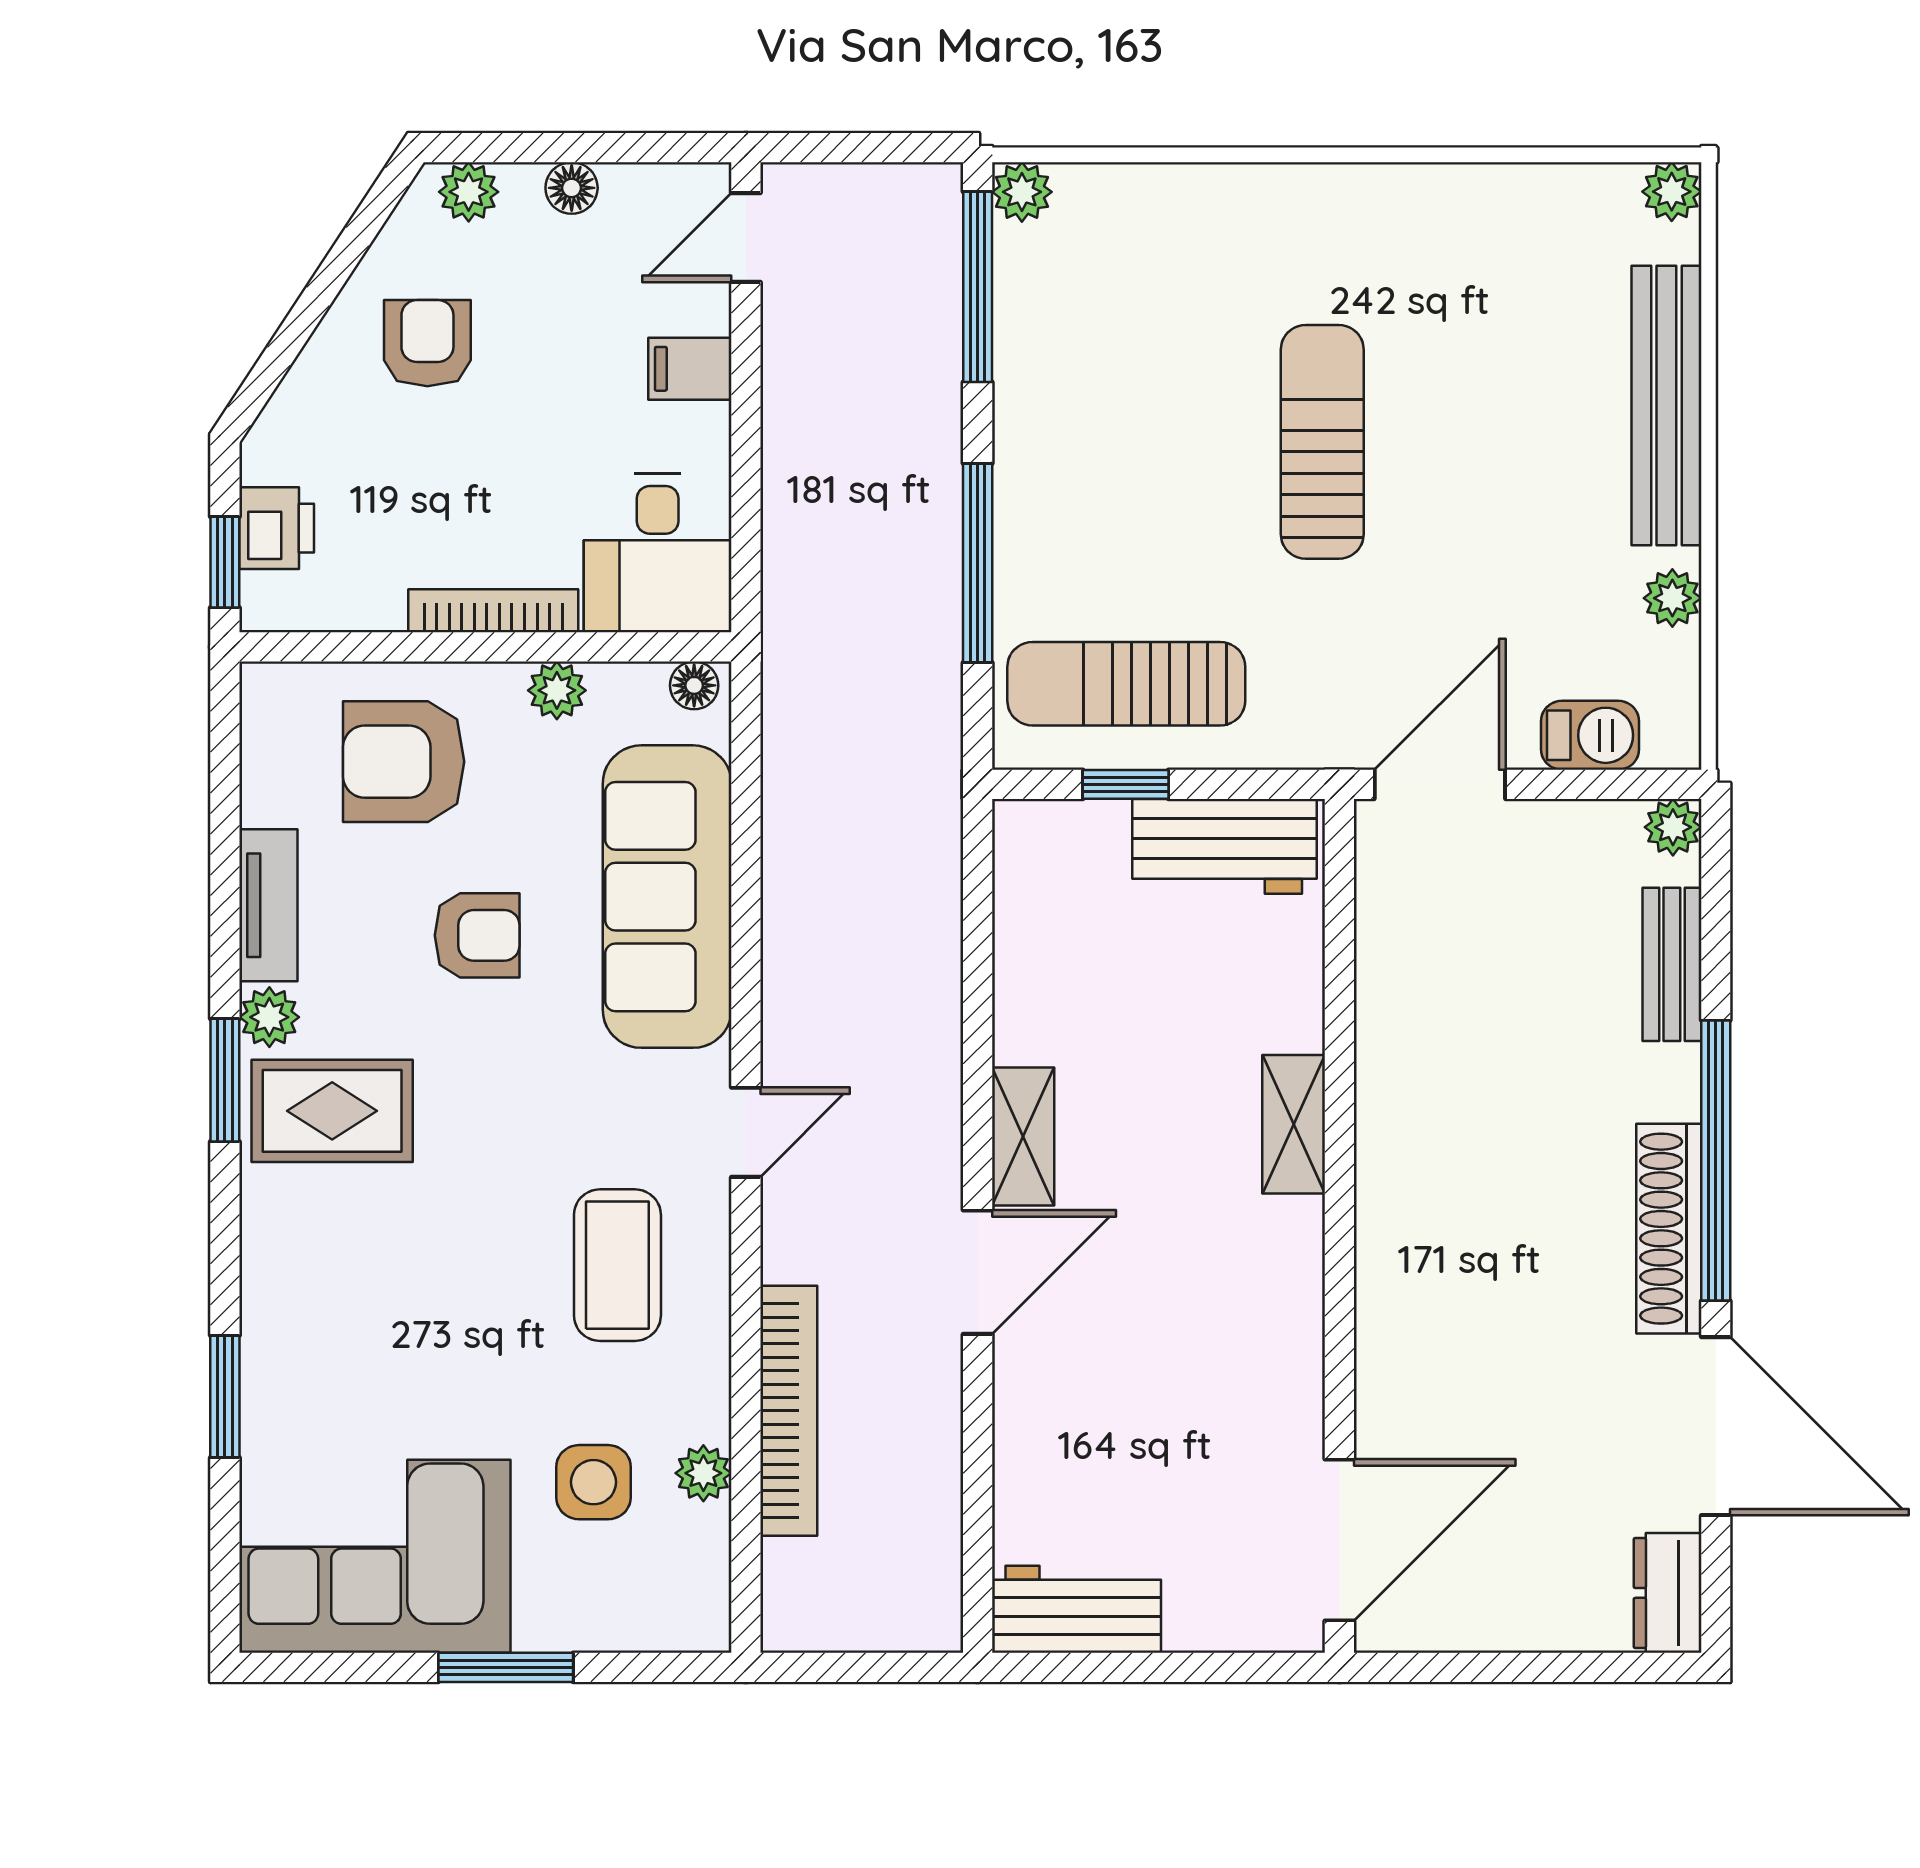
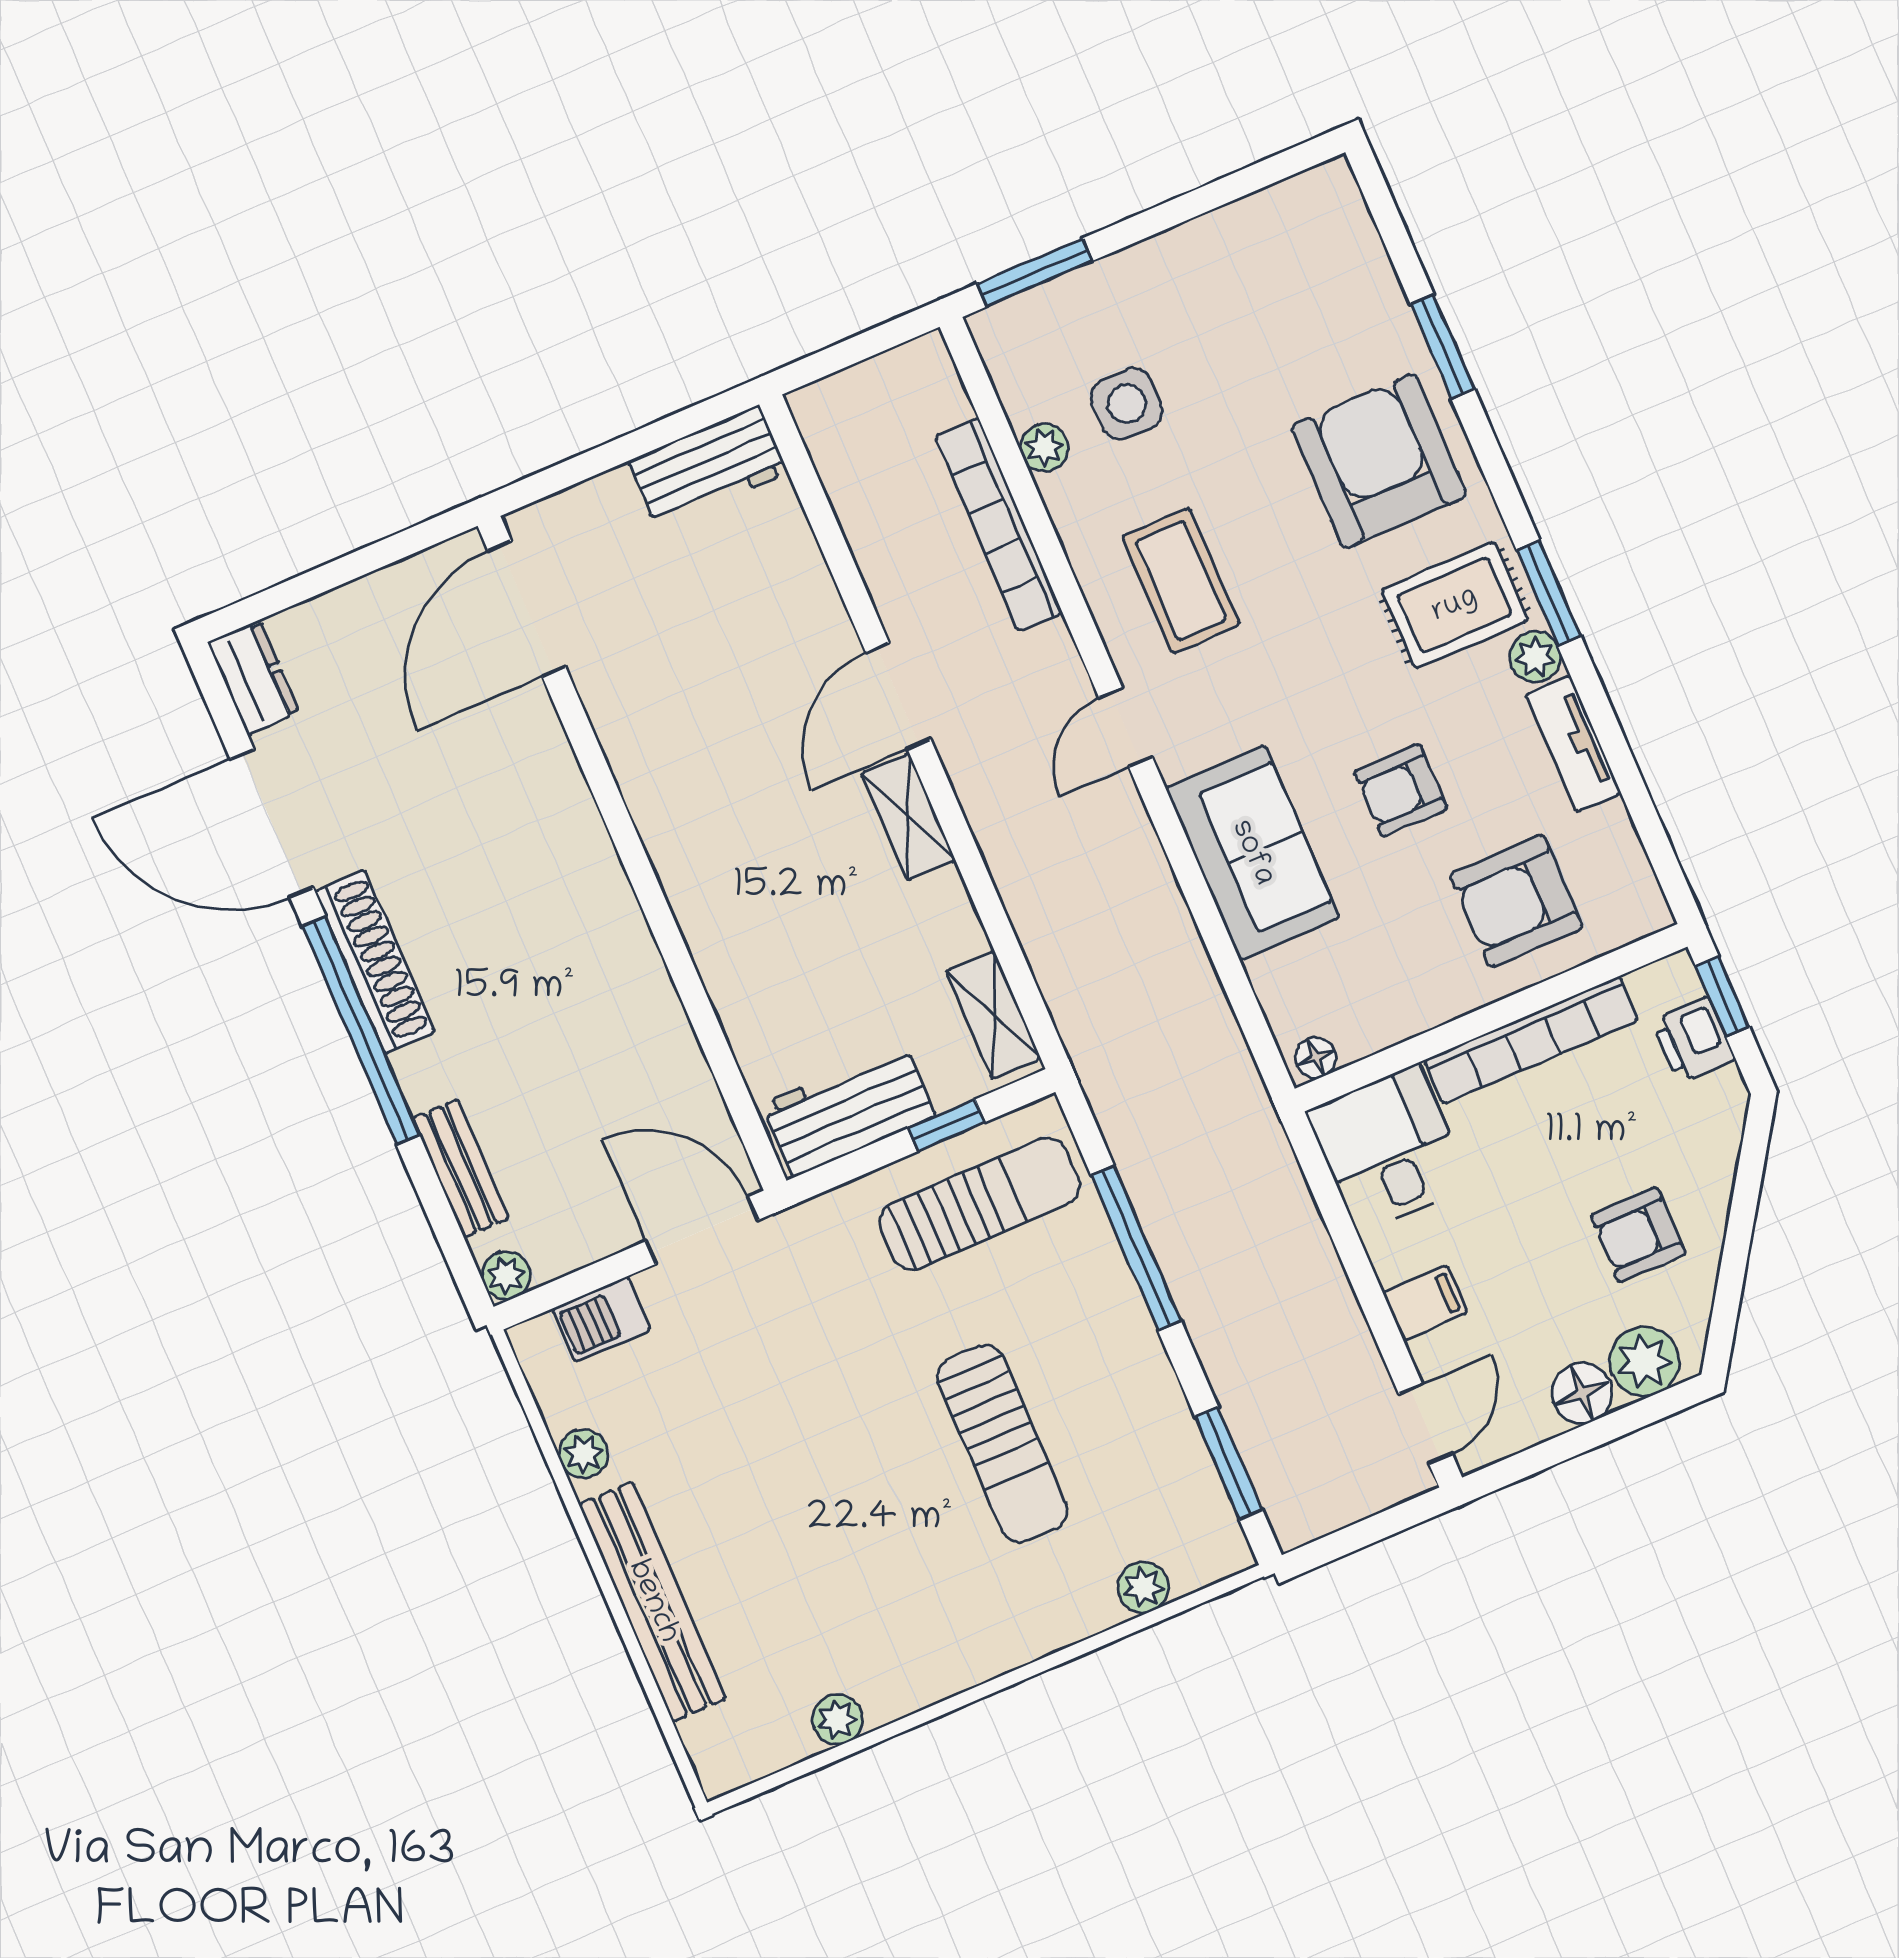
floor lamp: (572, 188) -> (1582, 1393), width x1.37, depth x1.37
plant: (469, 192) -> (1644, 1361), width x1.38, depth x1.38
plant: (1022, 192) -> (1143, 1587), moved
plant: (1672, 192) -> (837, 1719), moved
window: (978, 287) -> (1229, 1463), width x0.69
armchair: (427, 343) -> (1638, 1235), turned 90
sun lounger: (1322, 442) -> (1002, 1444), moved
bookcase: (493, 611) -> (1531, 1040), width x1.48, depth x1.31
plant: (557, 690) -> (1421, 1008), removed
armchair: (404, 762) -> (1516, 901), turned 180
door: (1440, 784) -> (702, 1231), swing flipped
sofa: (667, 897) -> (1252, 853), width x0.73
shelving: (1294, 1124) -> (993, 1015), moved
armchair: (347, 1302) -> (1379, 461), added
corner sofa: (375, 1556) -> (1272, 273), removed
window: (506, 1667) -> (1035, 272), moved

